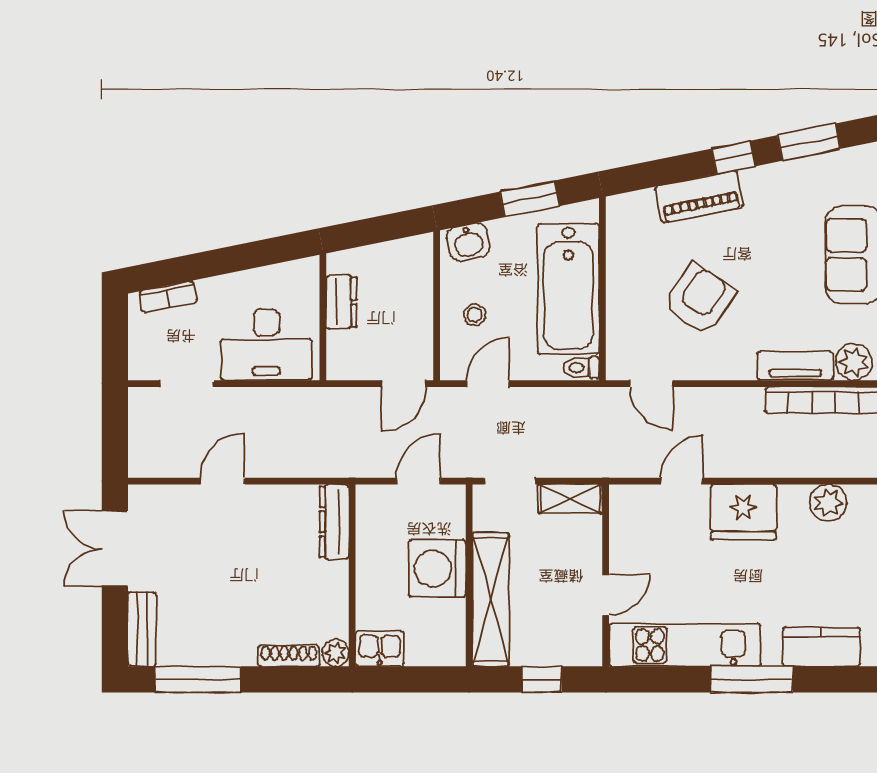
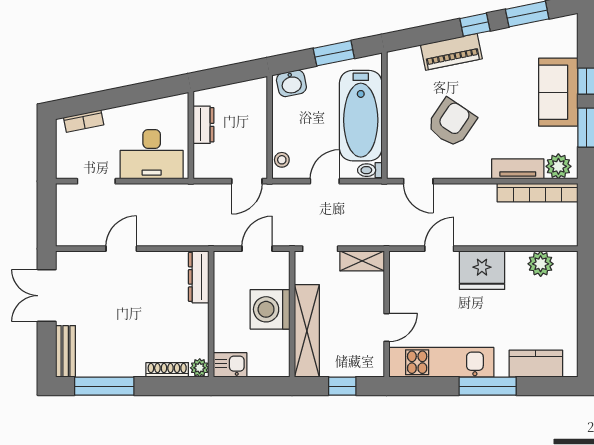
stool: (475, 315) -> (282, 160), moved
door: (488, 384) -> (325, 181), moved

